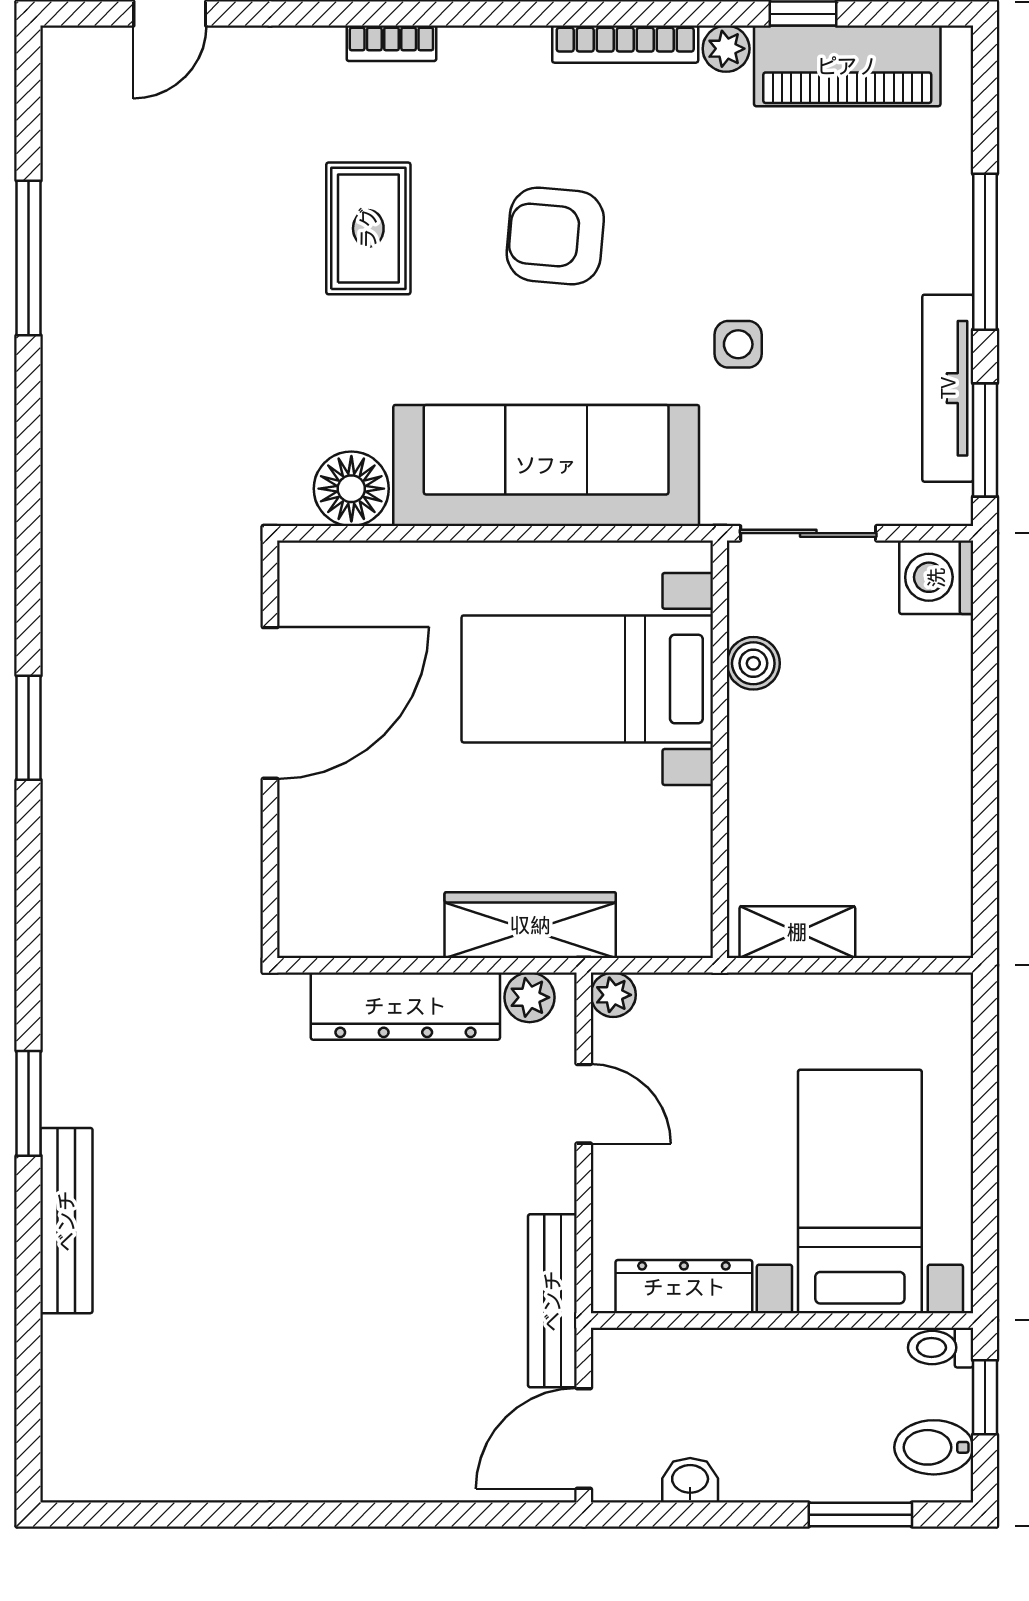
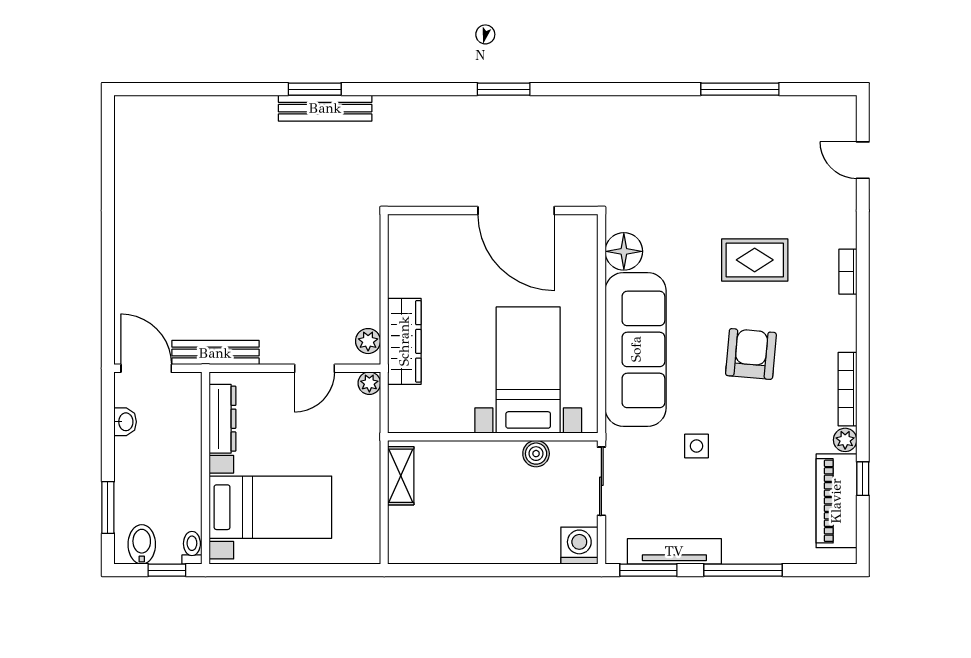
dresser: (405, 1006) -> (364, 279), removed
bench: (66, 1221) -> (325, 108), moved

